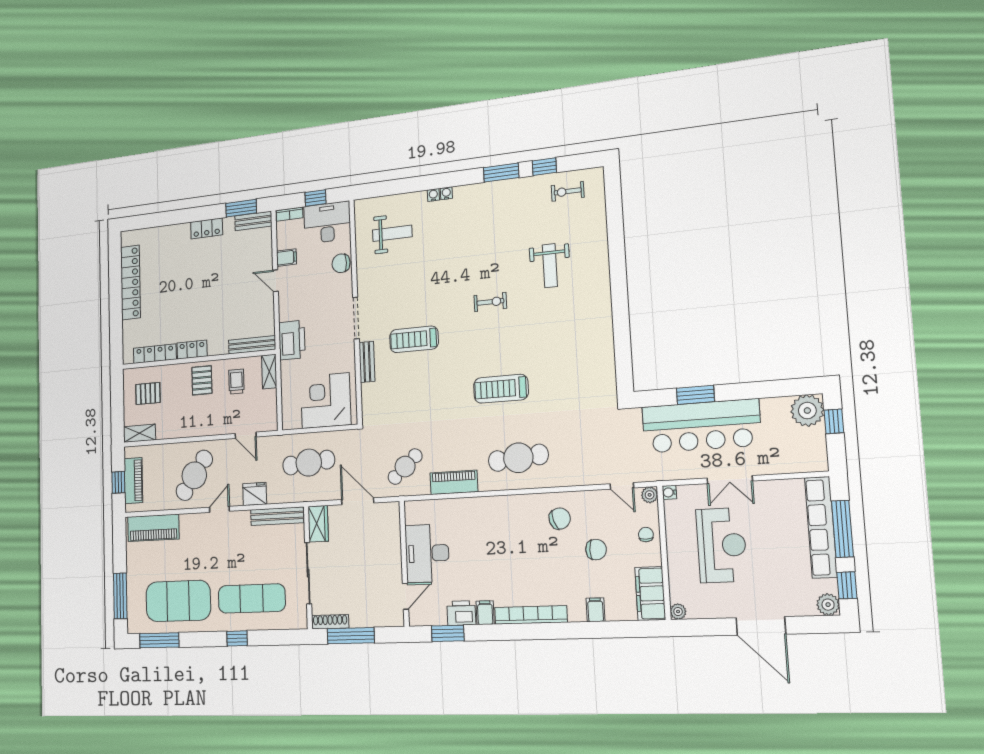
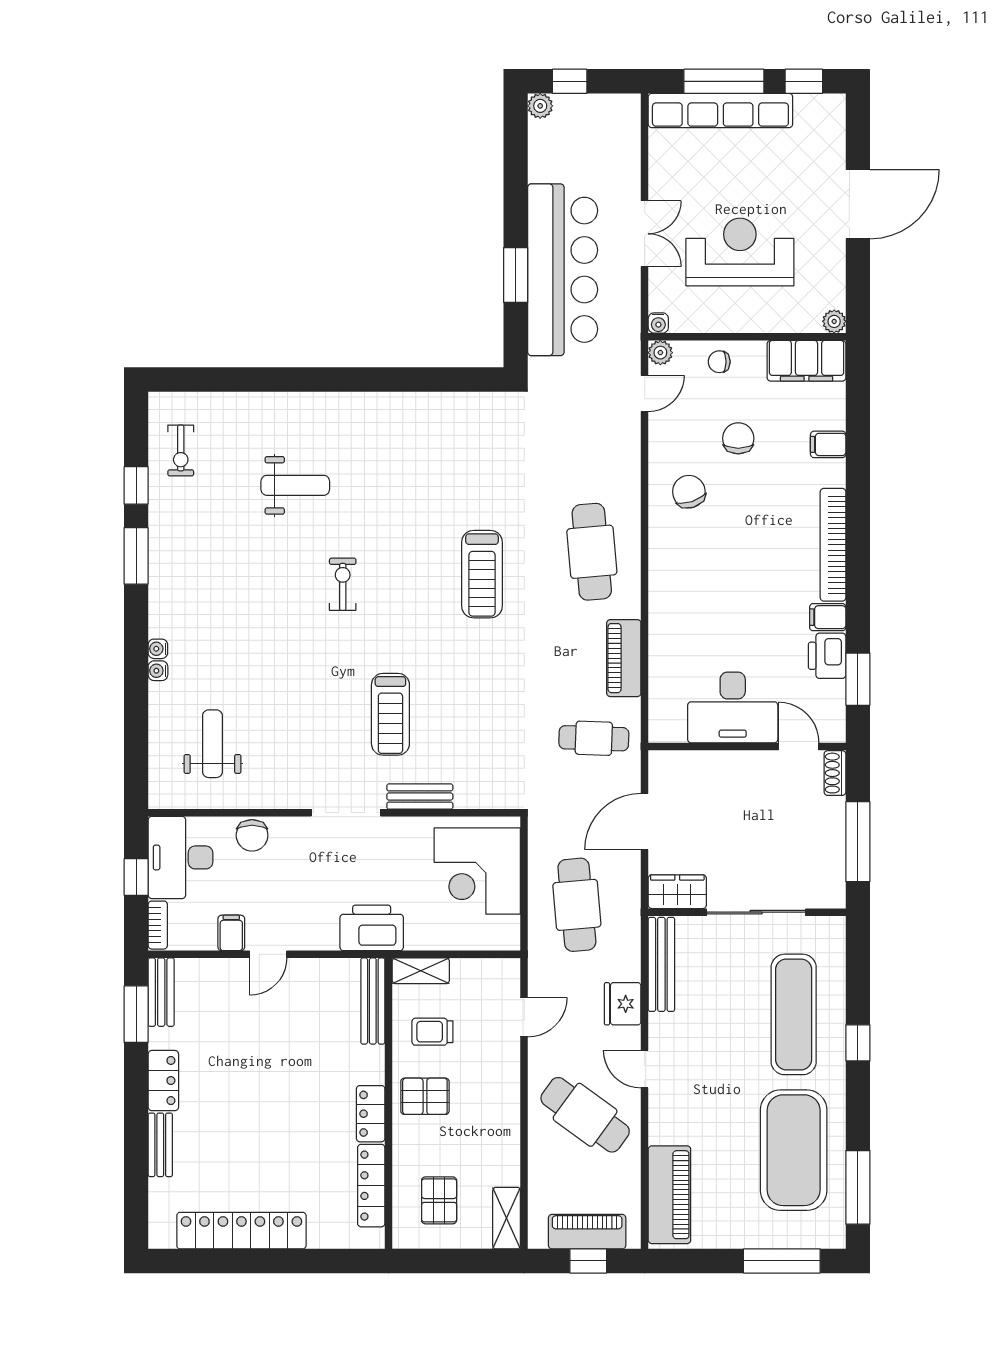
bench: (173, 231) -> (160, 1145), added
plant: (807, 411) -> (540, 106), width x0.53, depth x0.53
cafe table: (405, 467) -> (594, 738), turned -46
plant: (828, 605) -> (830, 109), removed
shoe rack: (330, 622) -> (835, 773), moved, width x0.70

